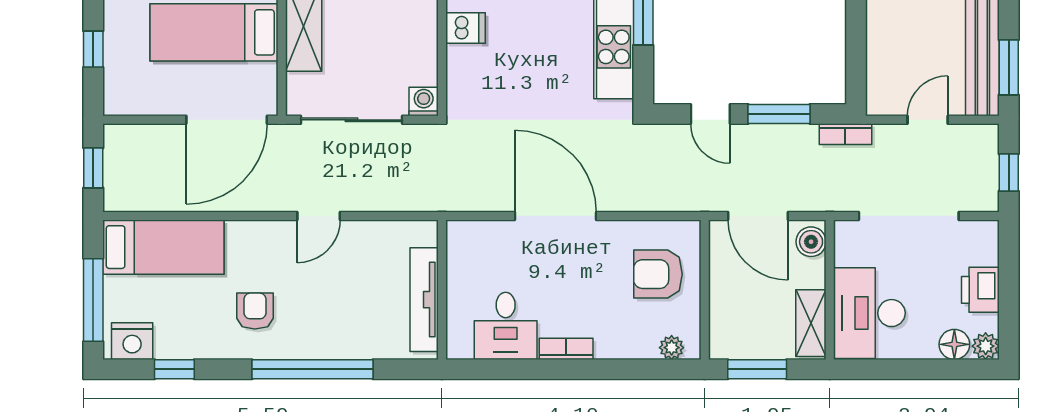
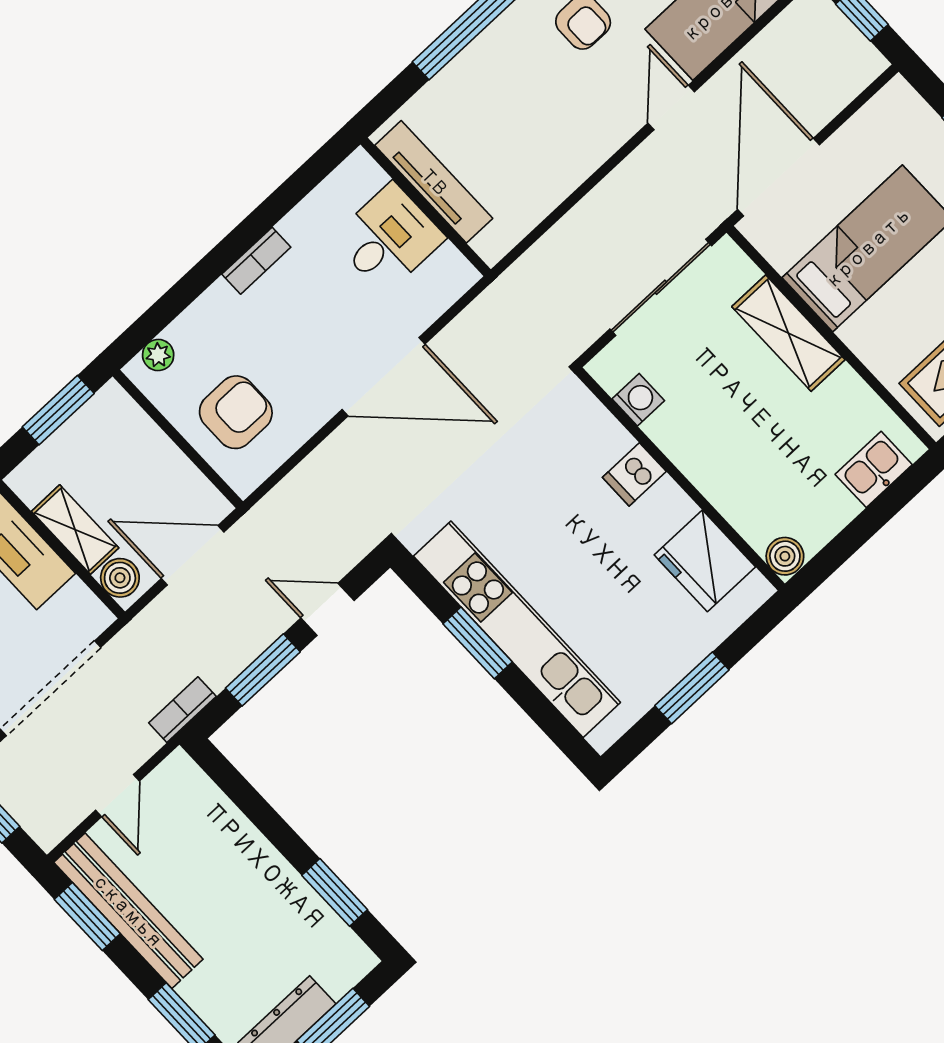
washing machine: (424, 102) -> (638, 400), moved, turned -90
door: (319, 216) -> (671, 108), moved
shelving: (811, 323) -> (75, 530), moved
desk: (506, 326) -> (389, 238), moved, turned 90

